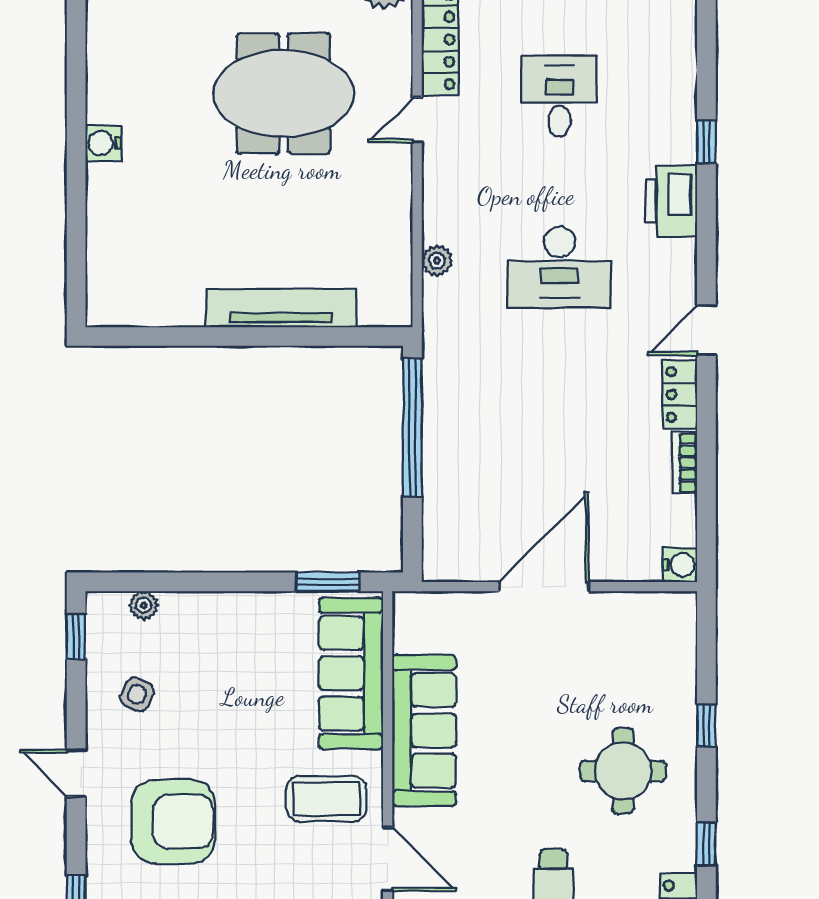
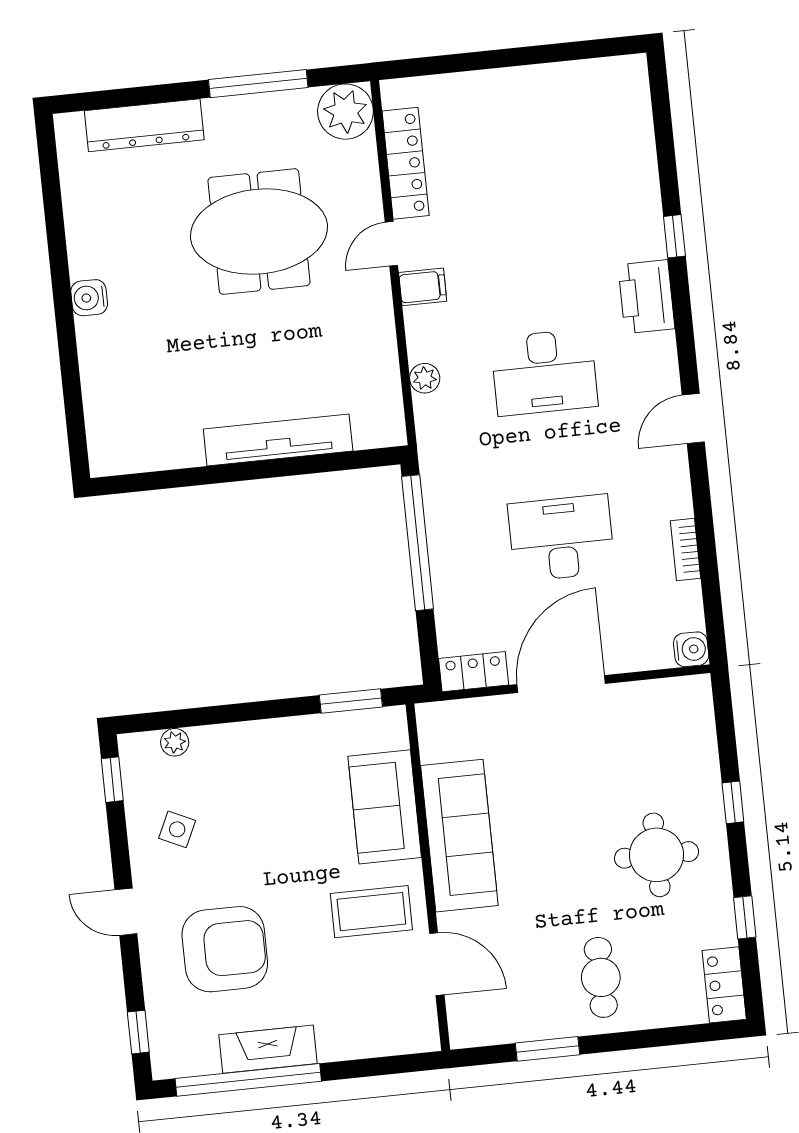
desk: (559, 96) -> (561, 538), moved, width x1.37
filing cabinet: (445, 167) -> (423, 287), added
locker: (680, 395) -> (474, 672), moved, turned 90
sofa: (351, 673) -> (385, 807), width x0.73

